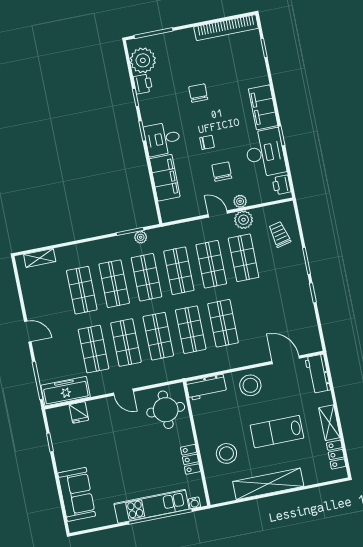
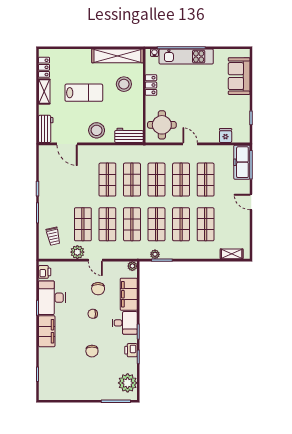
bookcase: (226, 28) -> (62, 395), removed
printer: (143, 84) -> (131, 350), moved
chair: (222, 172) -> (98, 289), moved
plant: (240, 201) -> (132, 266), moved
freezer: (66, 391) -> (242, 162), moved, turned 90
shelving: (268, 484) -> (117, 56), moved

